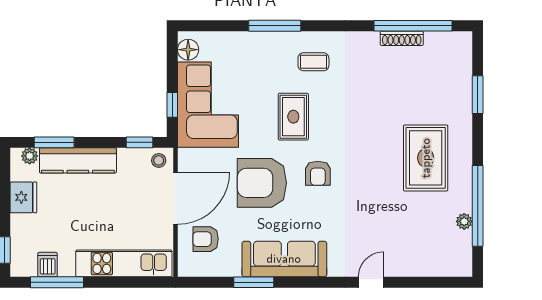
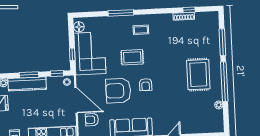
window: (413, 26) -> (189, 10), width x0.32
window: (478, 95) -> (222, 42), width x1.44
rug: (293, 117) -> (132, 57), turned 90
window: (54, 142) -> (29, 75), moved
door: (175, 198) -> (76, 100), hinge flipped
window: (478, 206) -> (224, 82), moved

